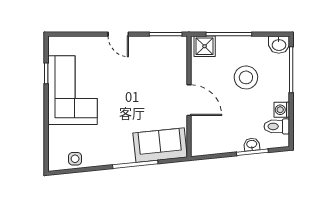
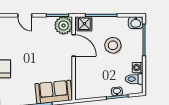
plant: (174, 49) -> (63, 25), added
door: (189, 100) -> (74, 45), moved

